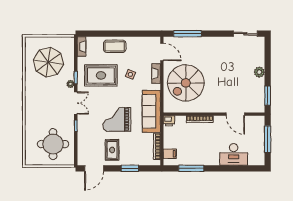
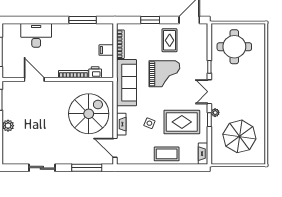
sliding door: (245, 34) -> (42, 168), moved
printer: (169, 121) -> (95, 72), moved
filing cabinet: (170, 154) -> (106, 50), moved

